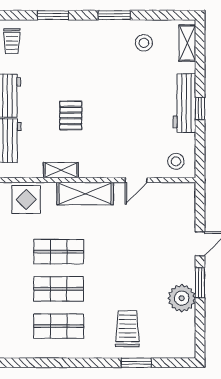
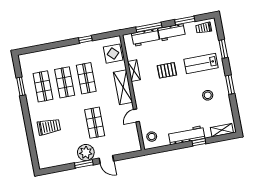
stool: (144, 43) -> (208, 95), moved
lab bench: (70, 57) -> (201, 64), added
window: (200, 109) -> (199, 142), moved
door: (136, 180) -> (136, 115), hinge flipped
shop shelf: (135, 252) -> (95, 123), added
plant: (182, 298) -> (86, 153), moved
window: (136, 363) -> (21, 86), moved

